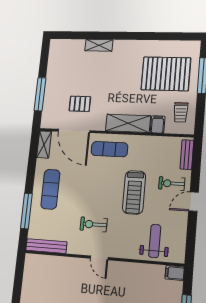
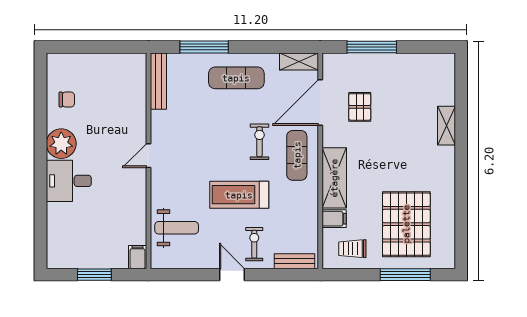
exercise bike: (94, 224) -> (259, 142), moved

